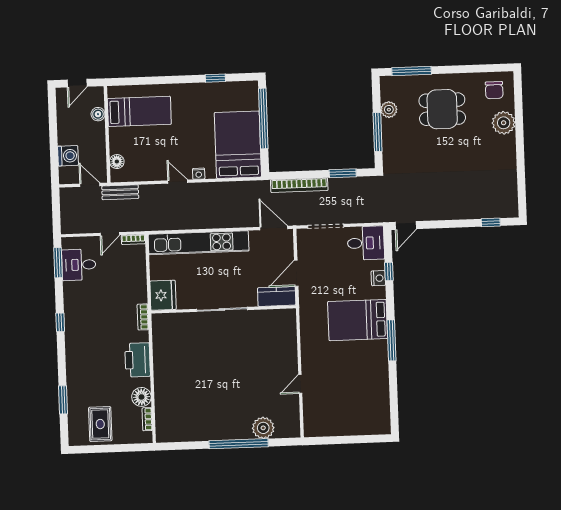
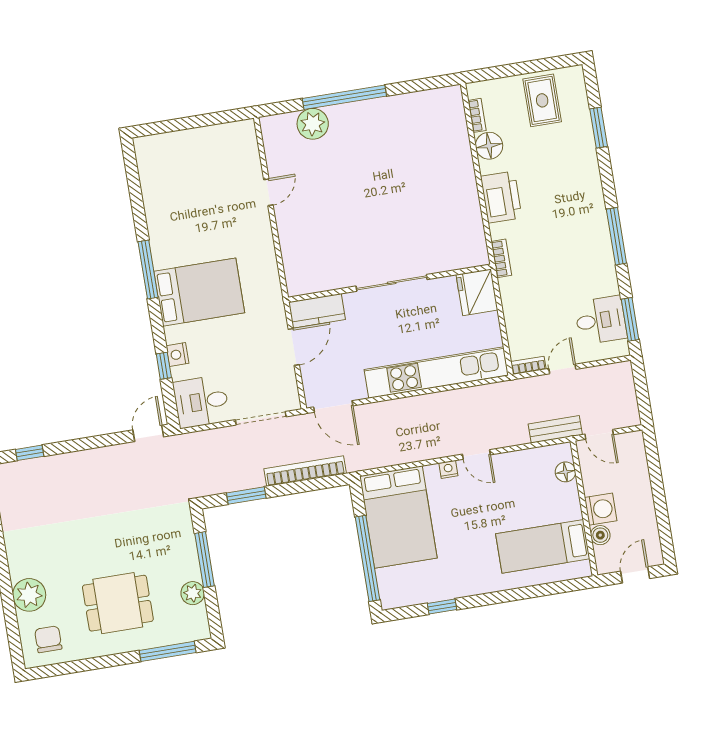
washing machine: (68, 156) -> (601, 509), moved, turned 180
window: (60, 322) -> (616, 236), width x2.17

